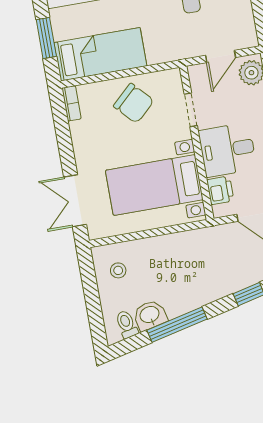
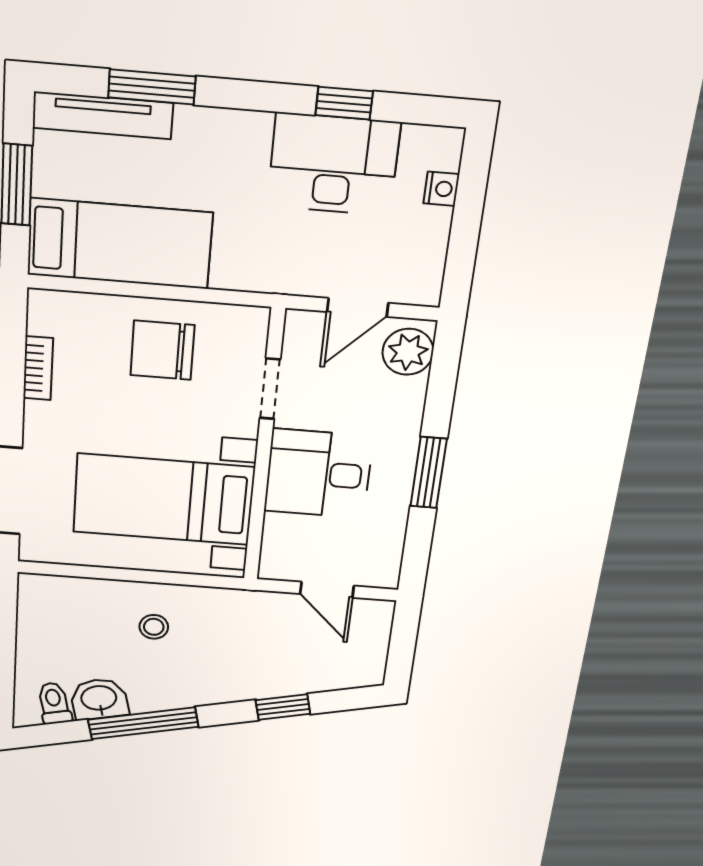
bookcase: (72, 103) -> (38, 368), moved
chair: (134, 103) -> (162, 350), turned 133
printer: (220, 190) -> (284, 537), removed
stool: (118, 270) -> (154, 627), moved

